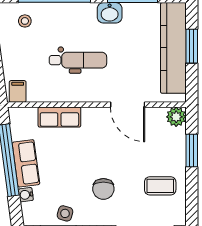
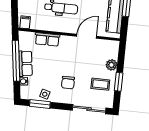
door: (128, 105) -> (87, 36), swing flipped
plant: (176, 117) -> (112, 65), moved
window: (192, 151) -> (119, 82), moved

